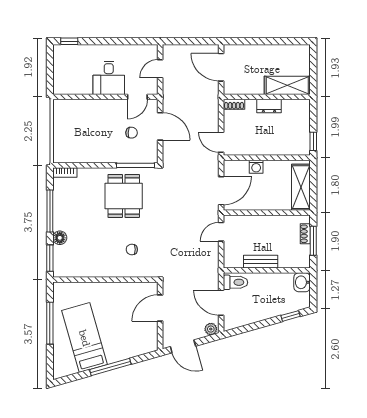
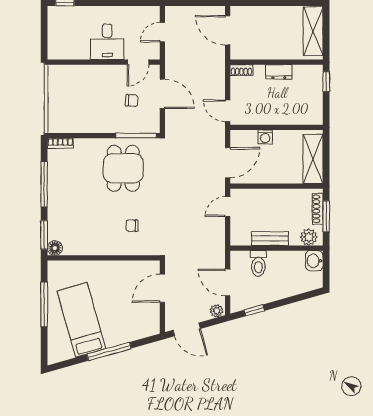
shelving: (287, 85) -> (313, 31), moved, turned 90
window: (313, 141) -> (326, 82), moved
shoe rack: (305, 234) -> (318, 209), width x1.43
floor lamp: (60, 238) -> (55, 248), moved
plant: (297, 260) -> (309, 237), added
toilet: (235, 282) -> (258, 263), moved, turned 90
window: (291, 316) -> (254, 310), moved

